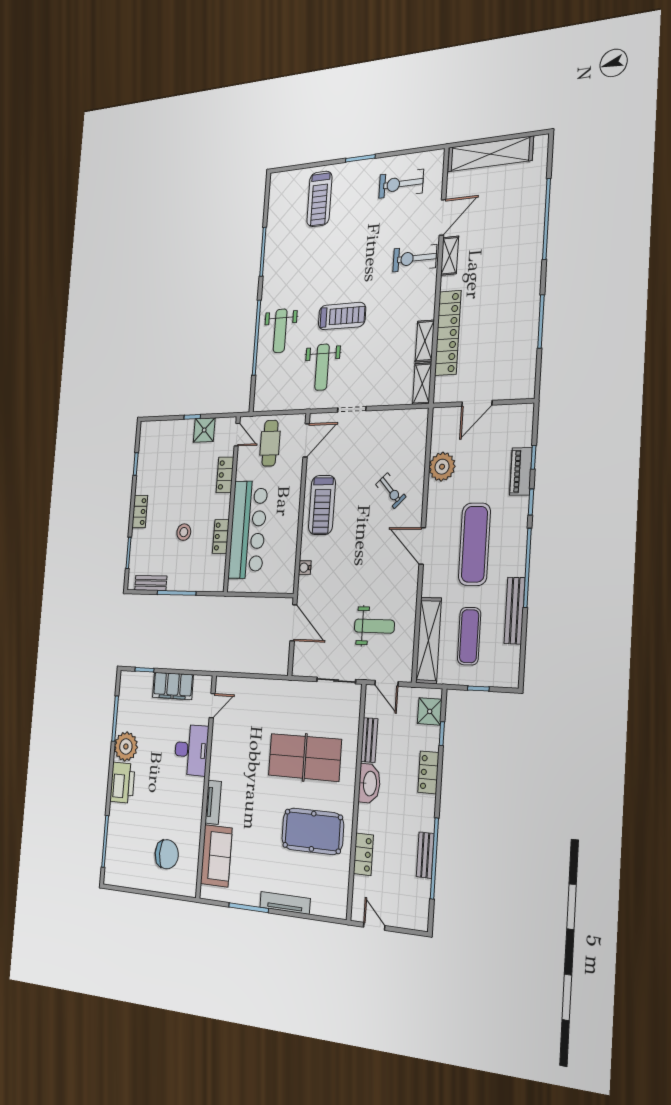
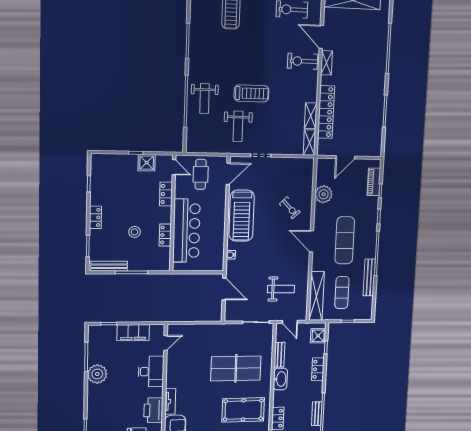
door: (443, 217) -> (321, 37), swing flipped
piano: (521, 471) -> (374, 182), moved
treadmill: (322, 505) -> (242, 216), width x1.37, depth x1.38
bench: (151, 583) -> (109, 266), width x1.36
printer: (122, 783) -> (153, 410), moved, turned 180

